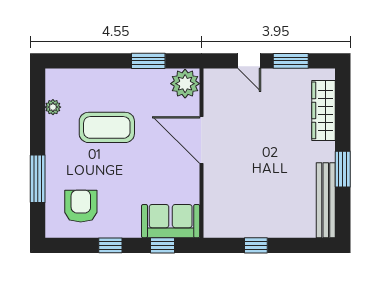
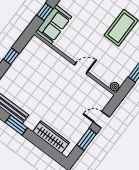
plant: (185, 84) -> (115, 87), width x0.53, depth x0.53
door: (201, 140) -> (81, 68), width x0.53

